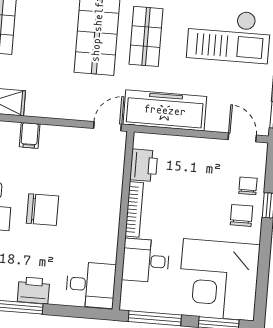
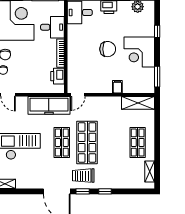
chair: (42, 210) -> (108, 49), turned 180

